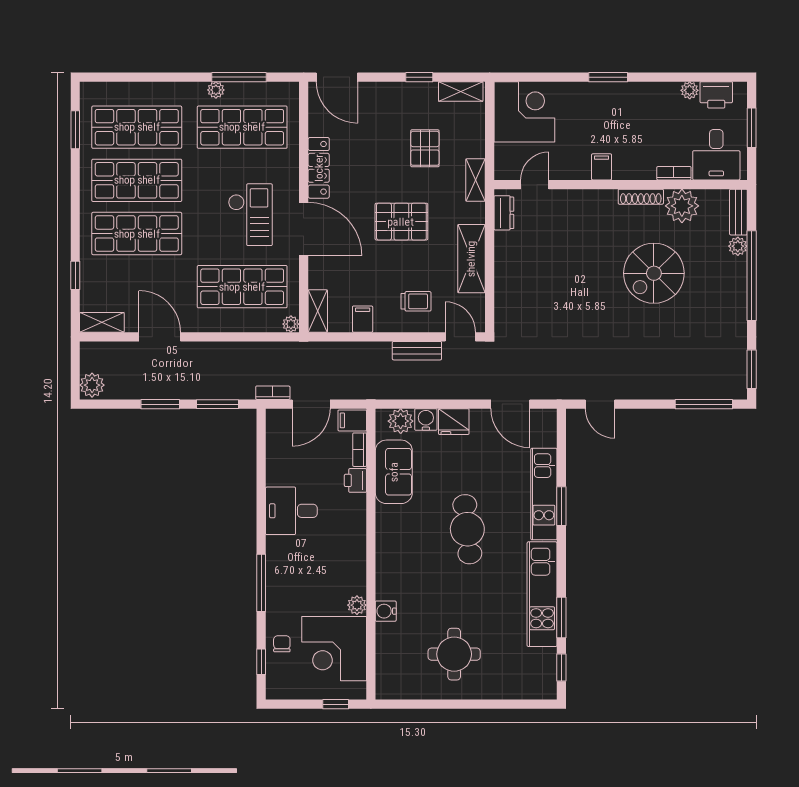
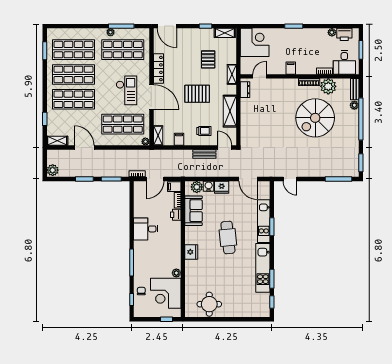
spiral stairs: (654, 273) -> (315, 118), width x1.37, depth x1.37
fridge: (389, 560) -> (191, 252), added
water cooler: (386, 611) -> (190, 276), removed
round table: (454, 654) -> (209, 304), moved

